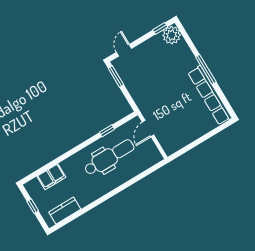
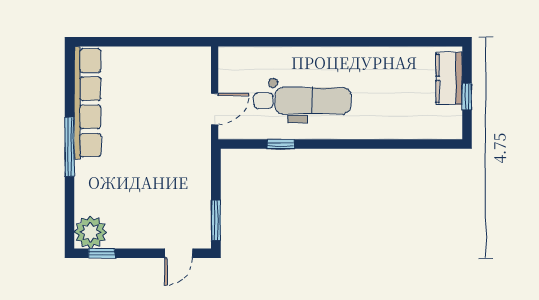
dental chair: (109, 157) -> (302, 101), turned 180
filing cabinet: (51, 177) -> (410, 125), removed
kitchen counter: (65, 211) -> (449, 78), moved, turned 90

